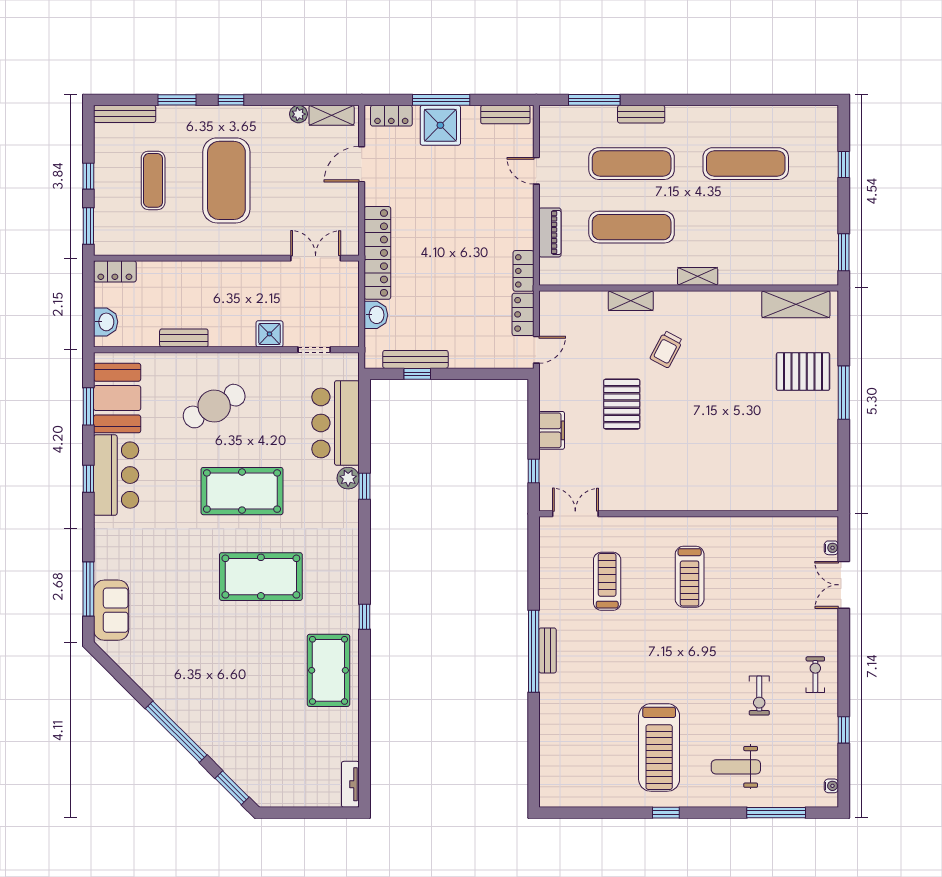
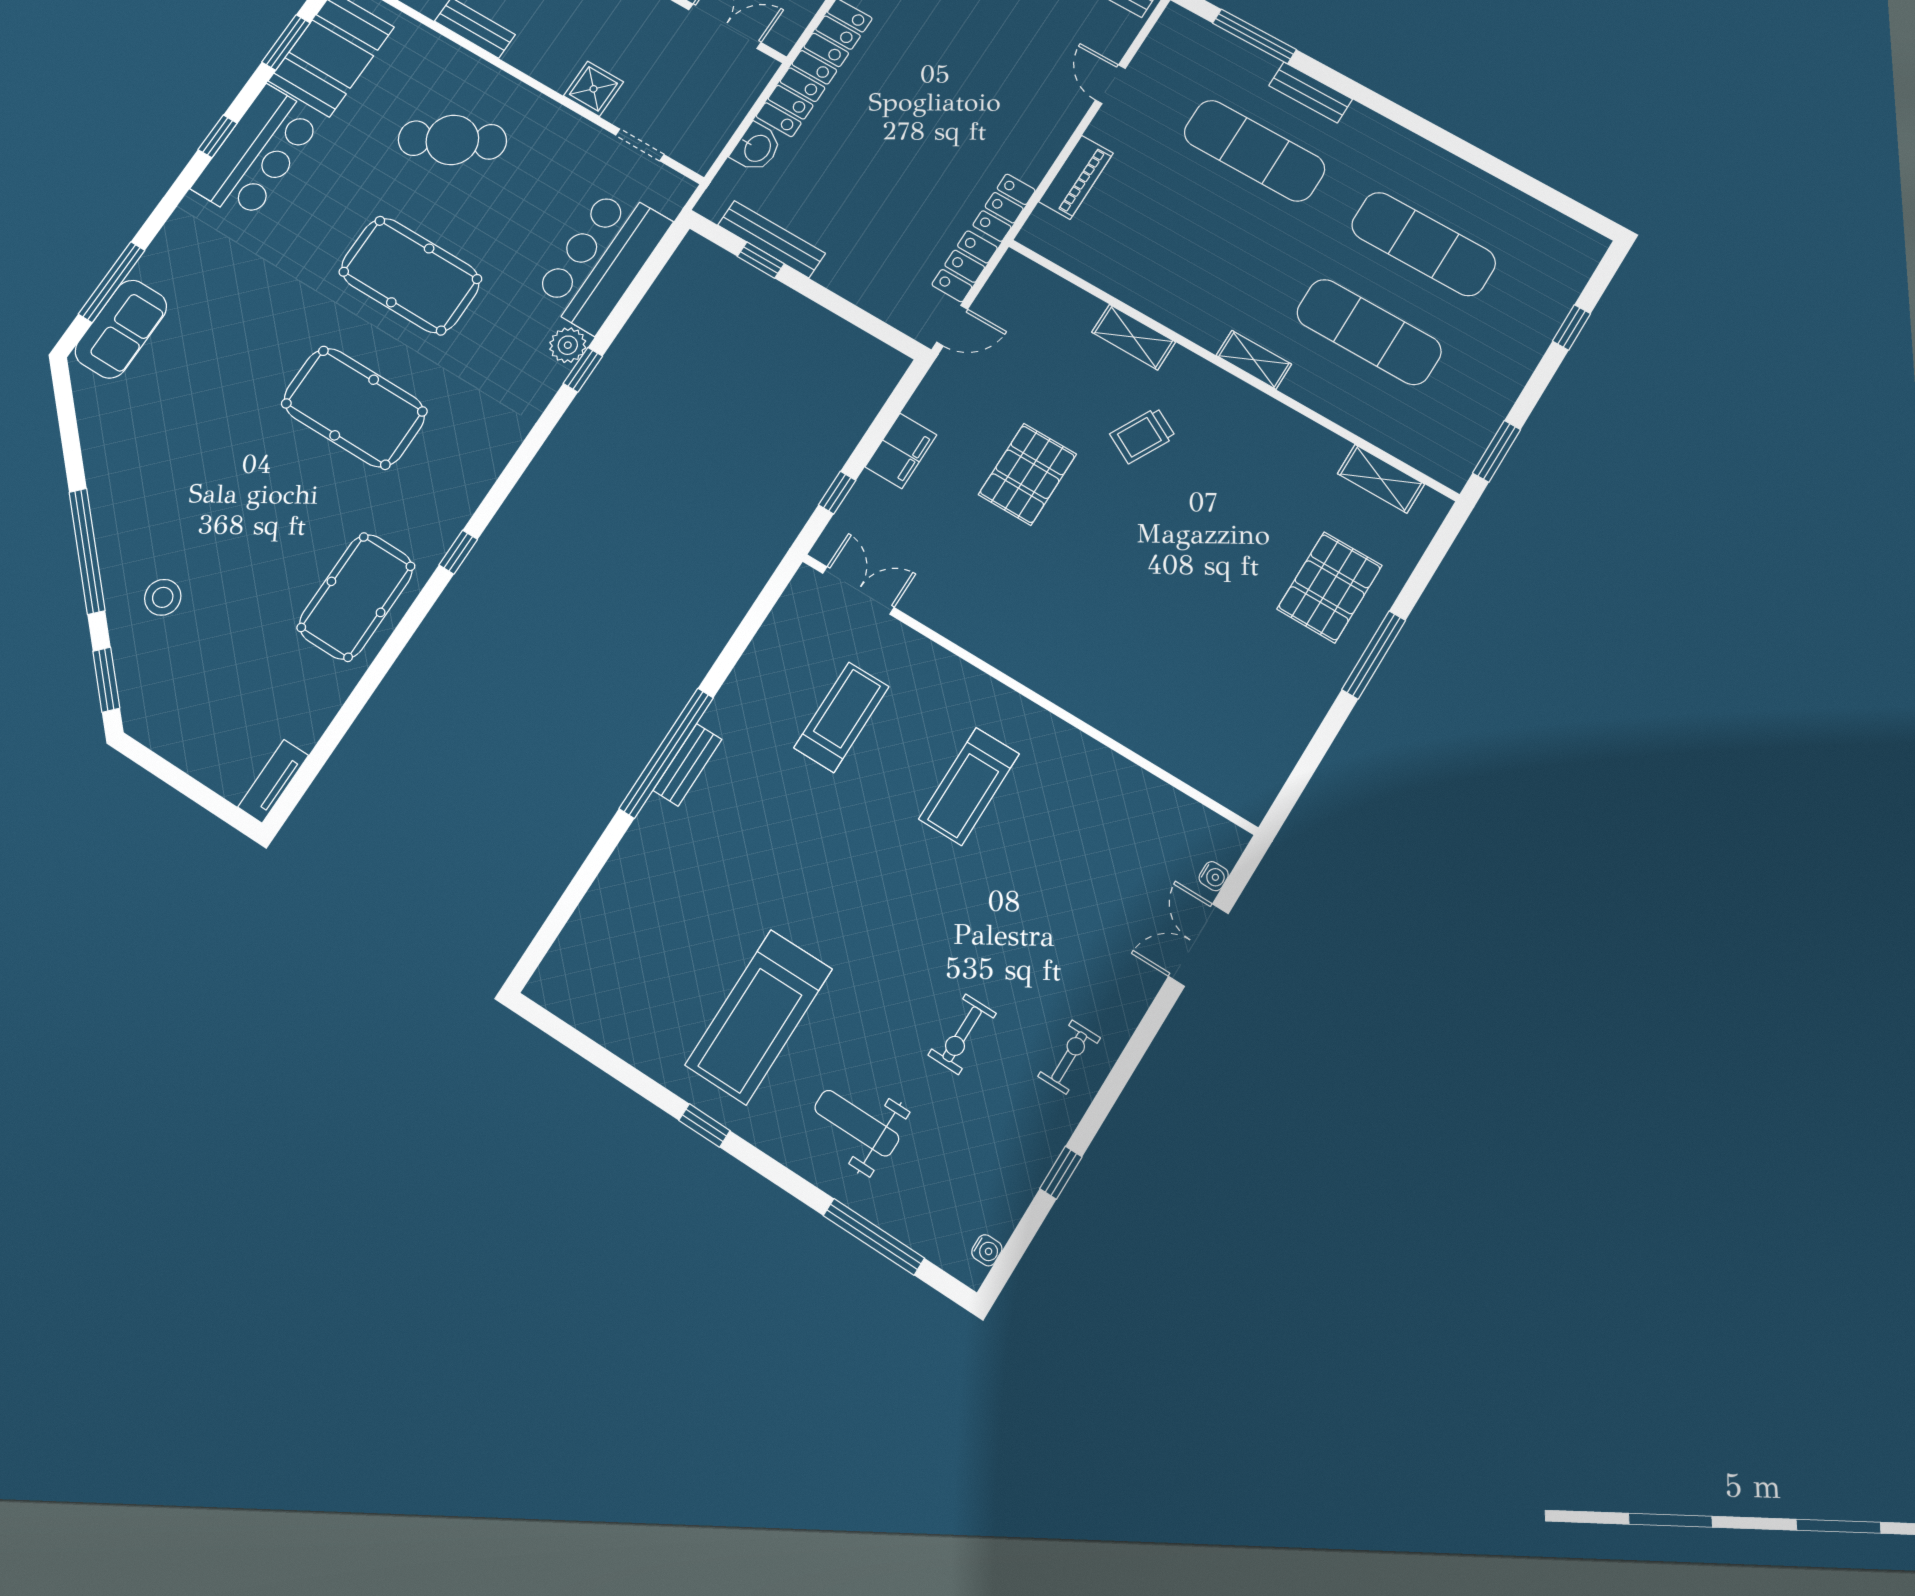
exercise mat: (632, 227) -> (1369, 332), moved
shelving: (796, 304) -> (1381, 479), width x0.67, depth x0.75
pallet: (803, 372) -> (1330, 587), turned 90
stool: (231, 731) -> (163, 597), added

